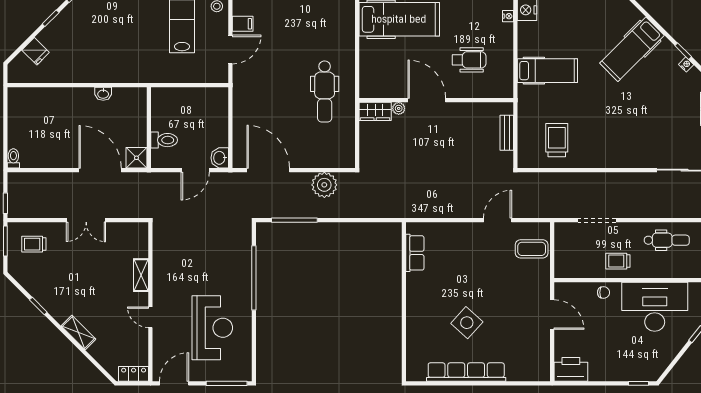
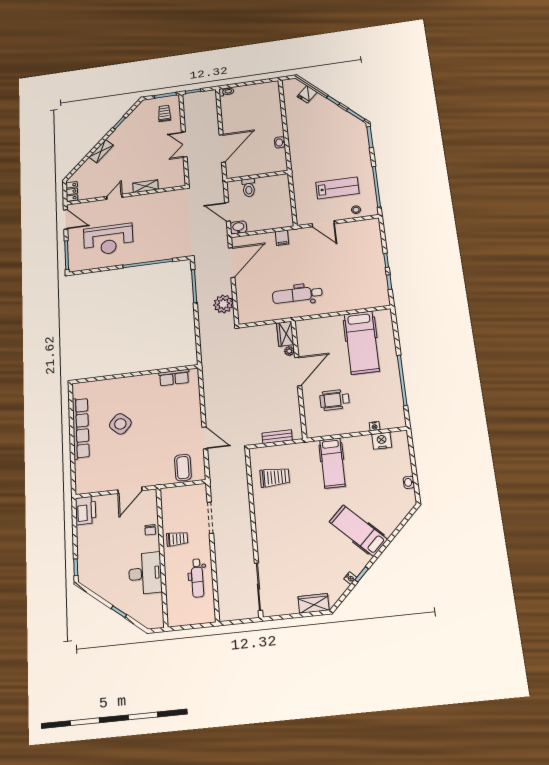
filing cabinet: (243, 24) -> (282, 238), moved
wheelchair: (469, 60) -> (335, 400), turned 90
shower: (136, 158) -> (234, 171), removed
trolley: (618, 261) -> (177, 539), turned 90
desk: (655, 307) -> (145, 573), width x0.73, depth x0.77

